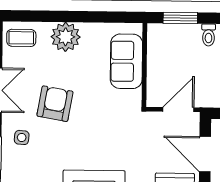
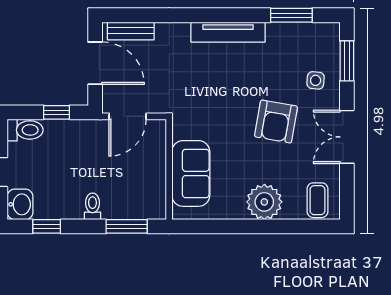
coffee table: (21, 38) -> (317, 200), turned 90

